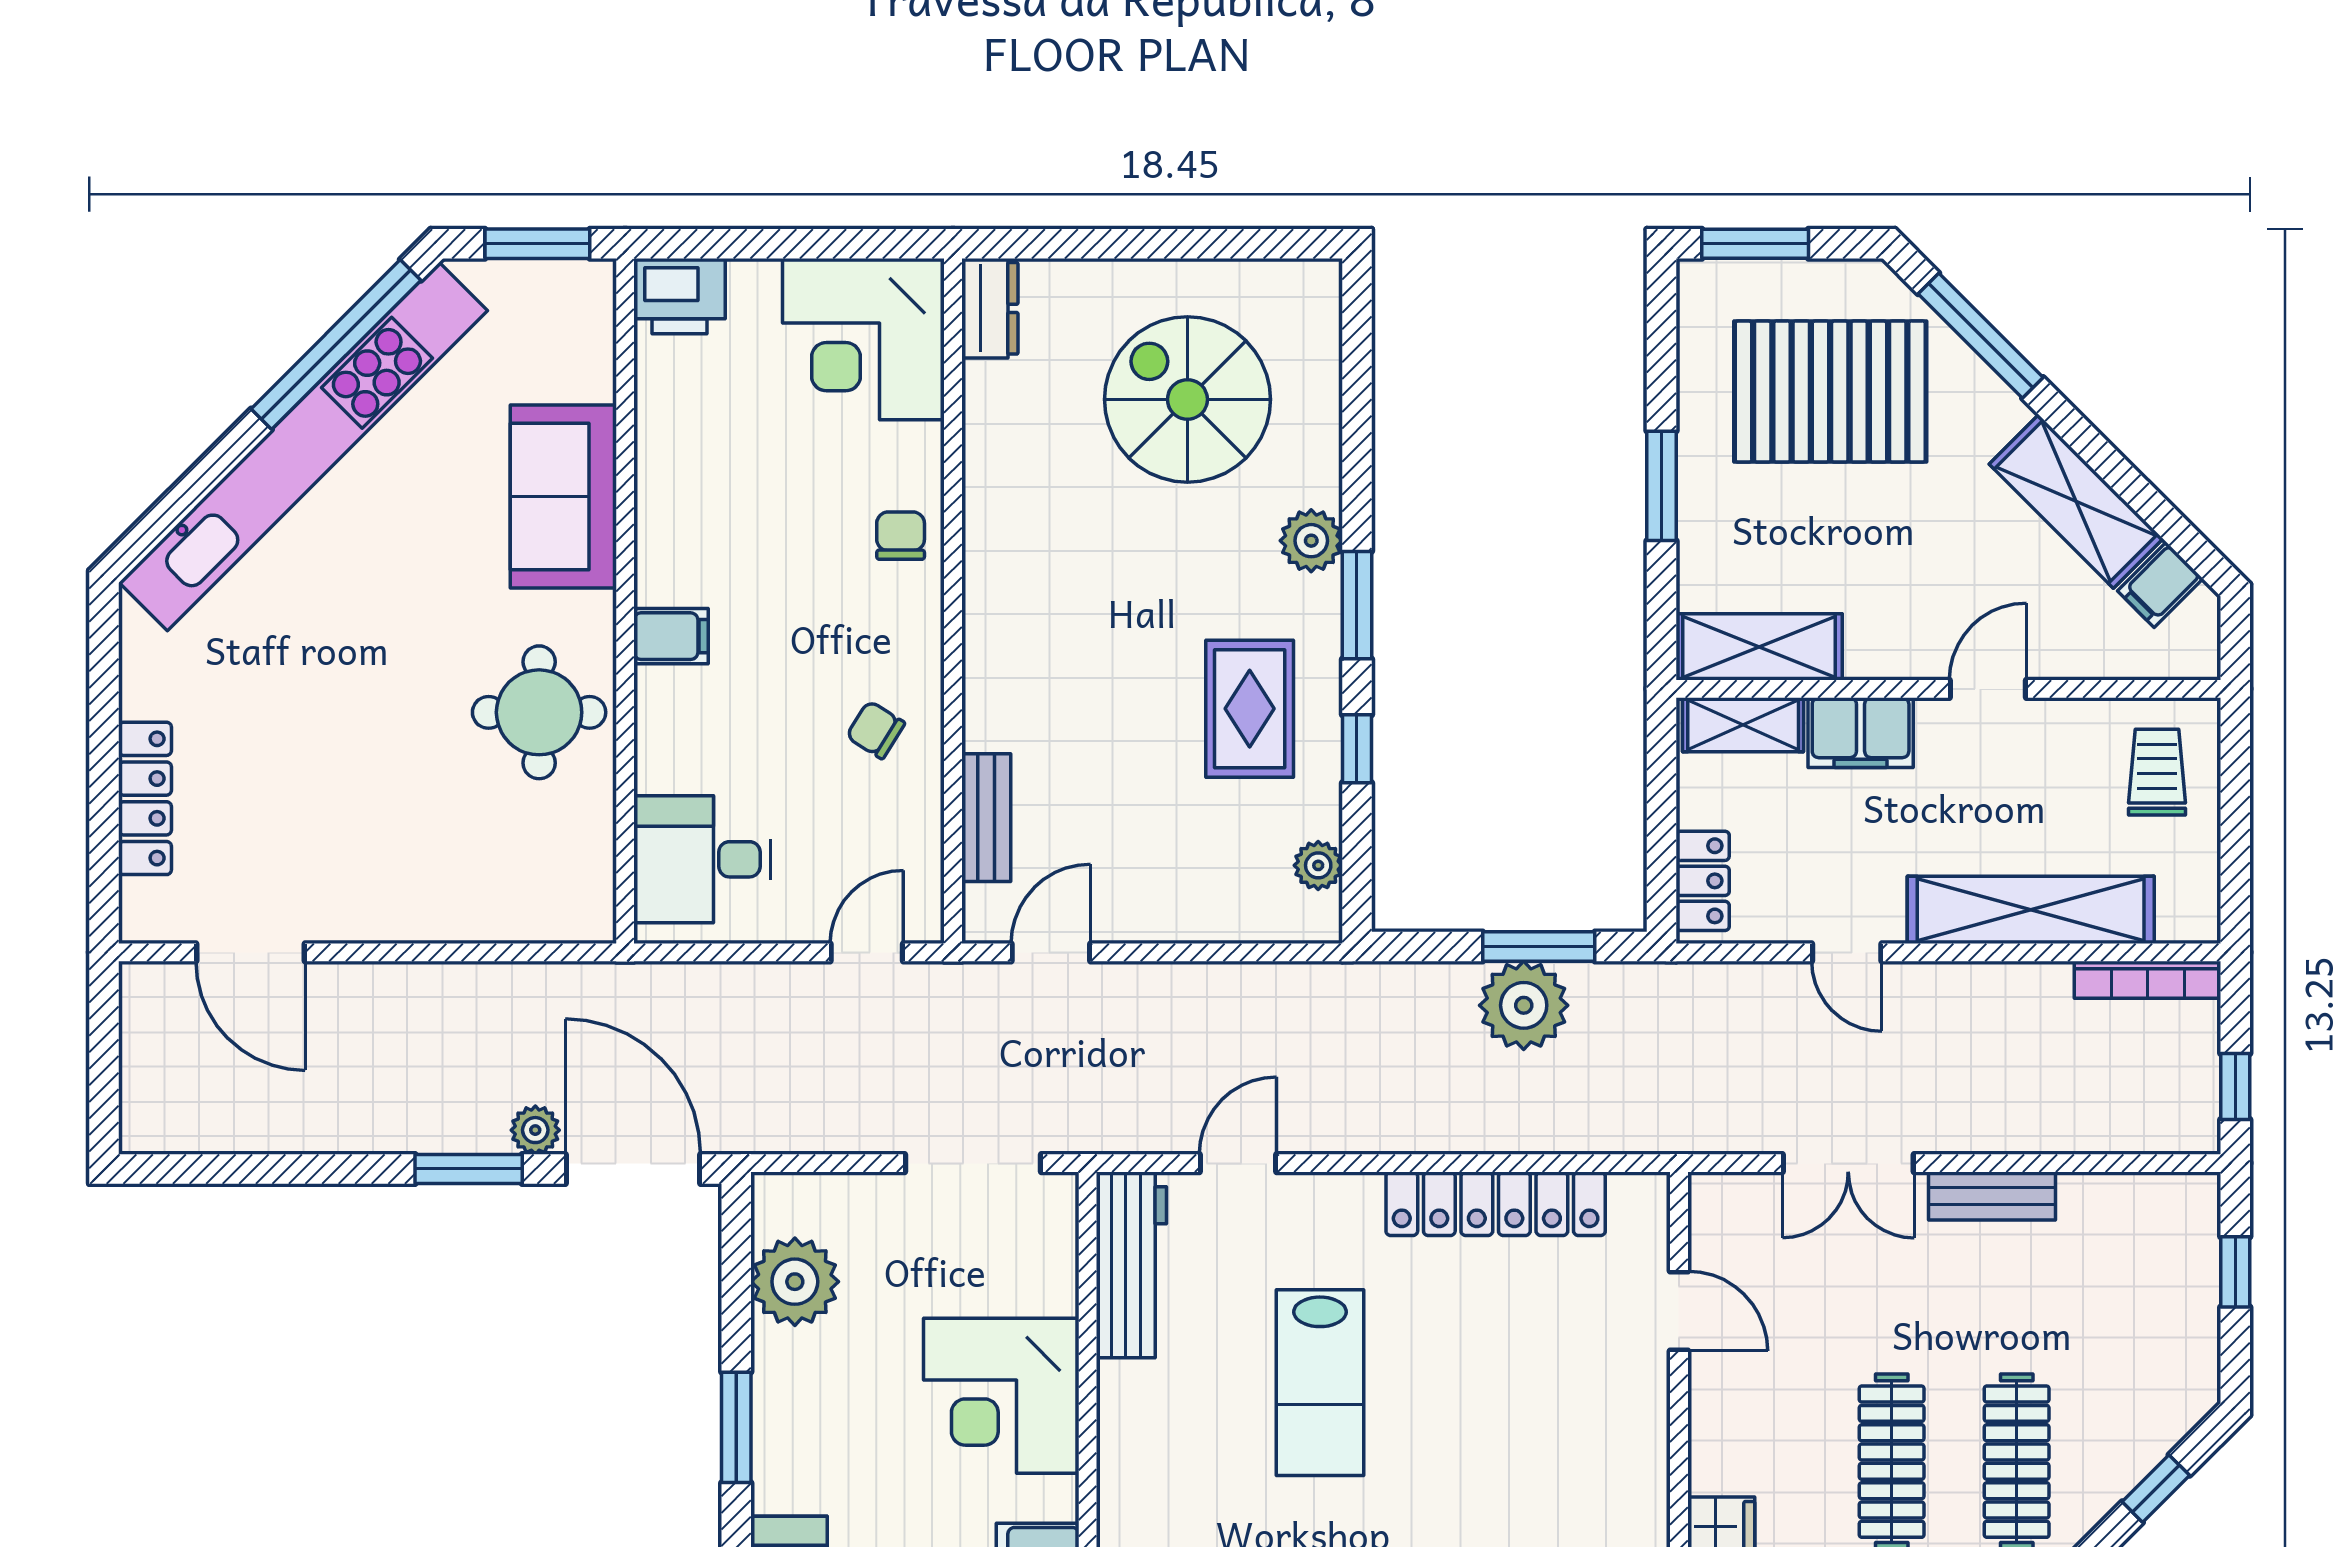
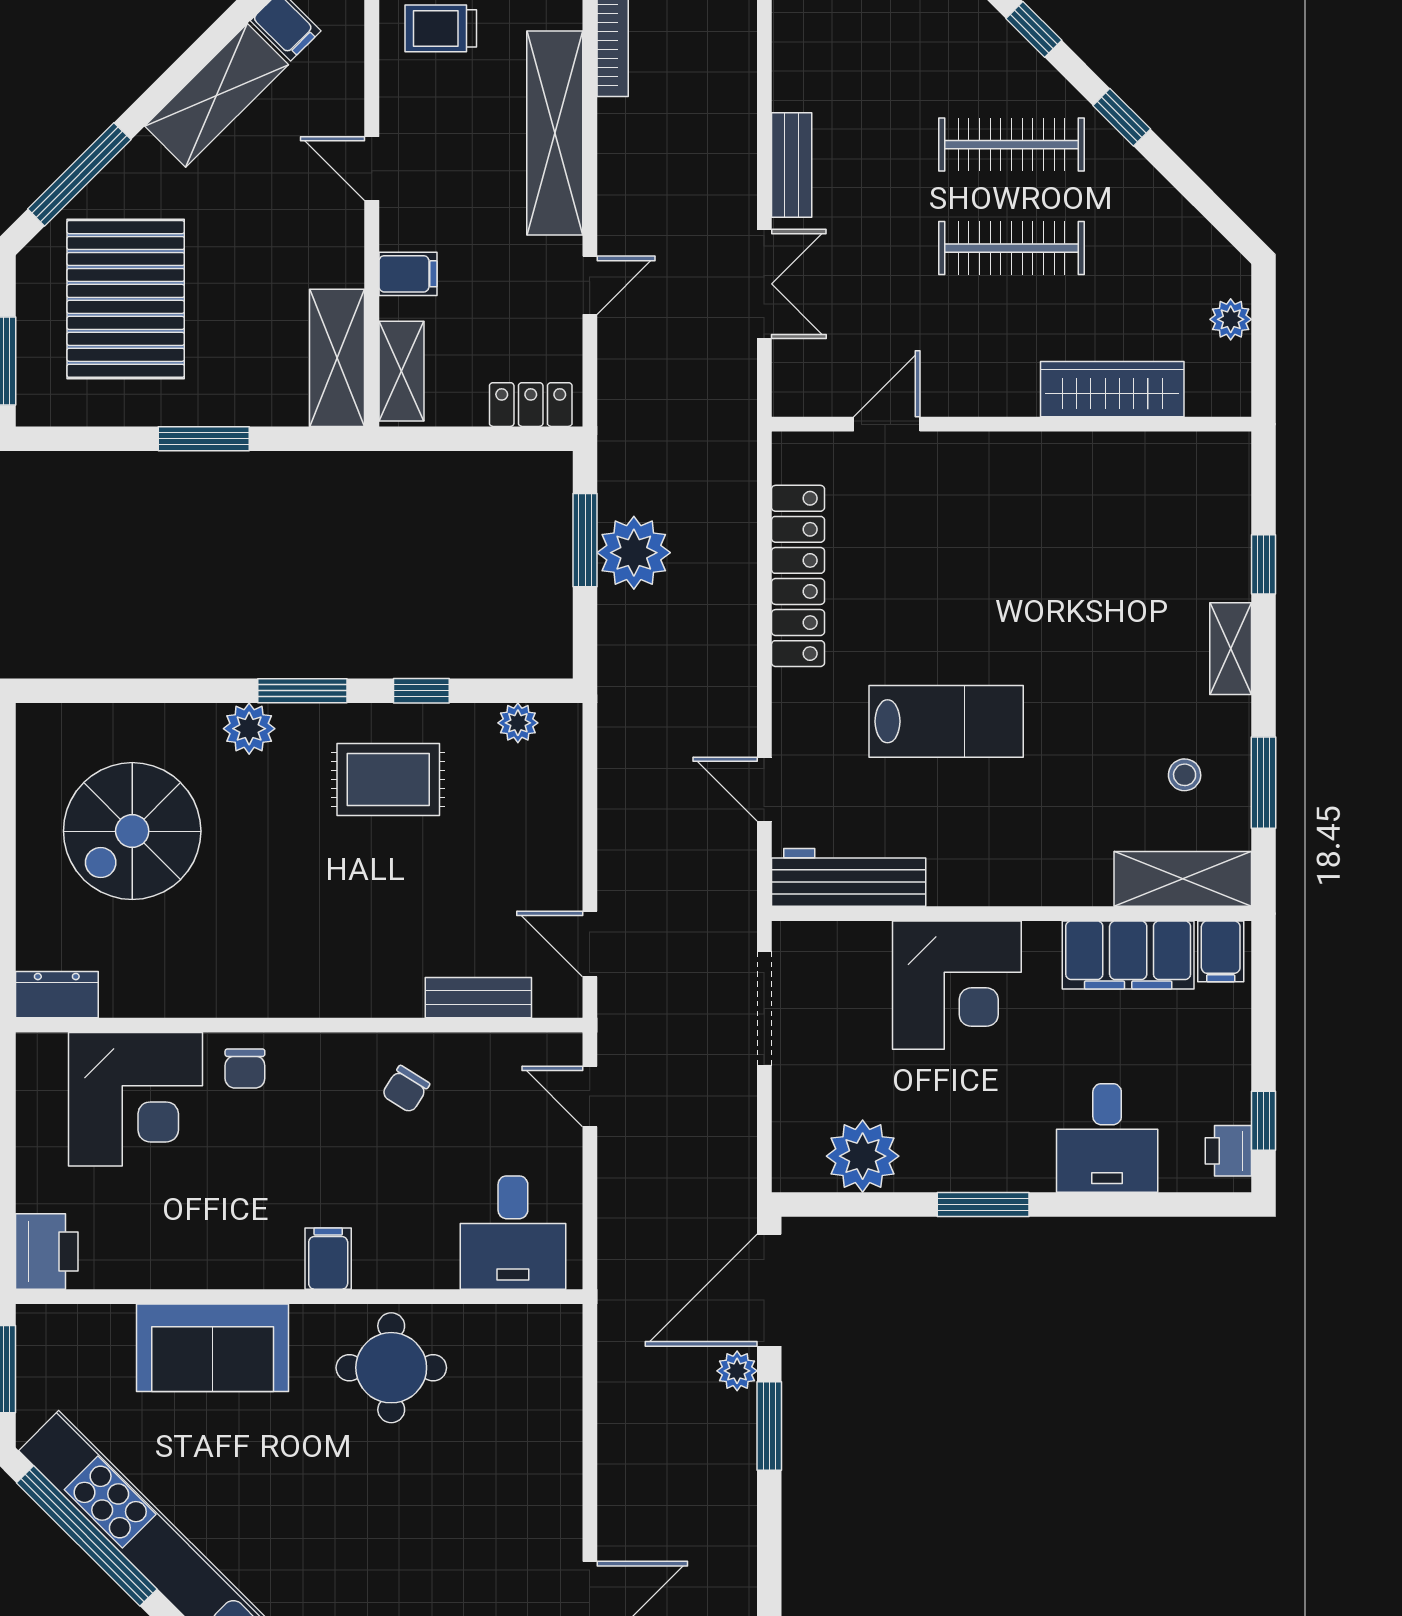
corner desk: (863, 339) -> (135, 1099), moved
chair: (901, 536) -> (245, 1068), turned -90
filing cabinet: (1861, 733) -> (408, 274), width x0.50

